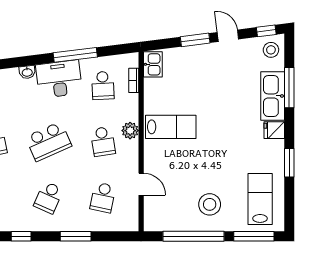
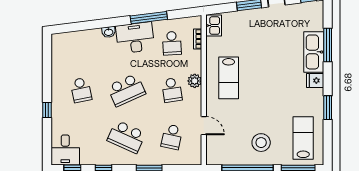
stool: (271, 50) -> (312, 13), removed
lab bench: (171, 127) -> (229, 78), turned 90
school desk: (49, 197) -> (126, 137), width x1.85

